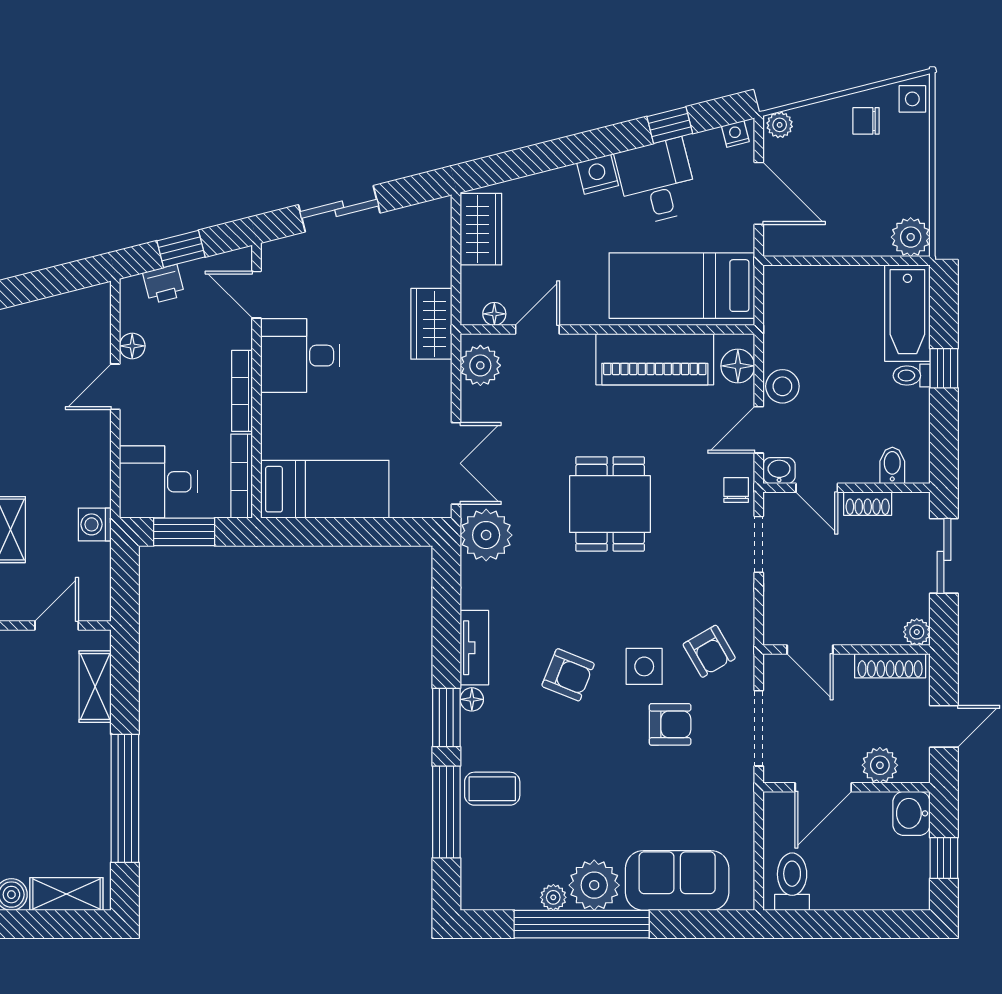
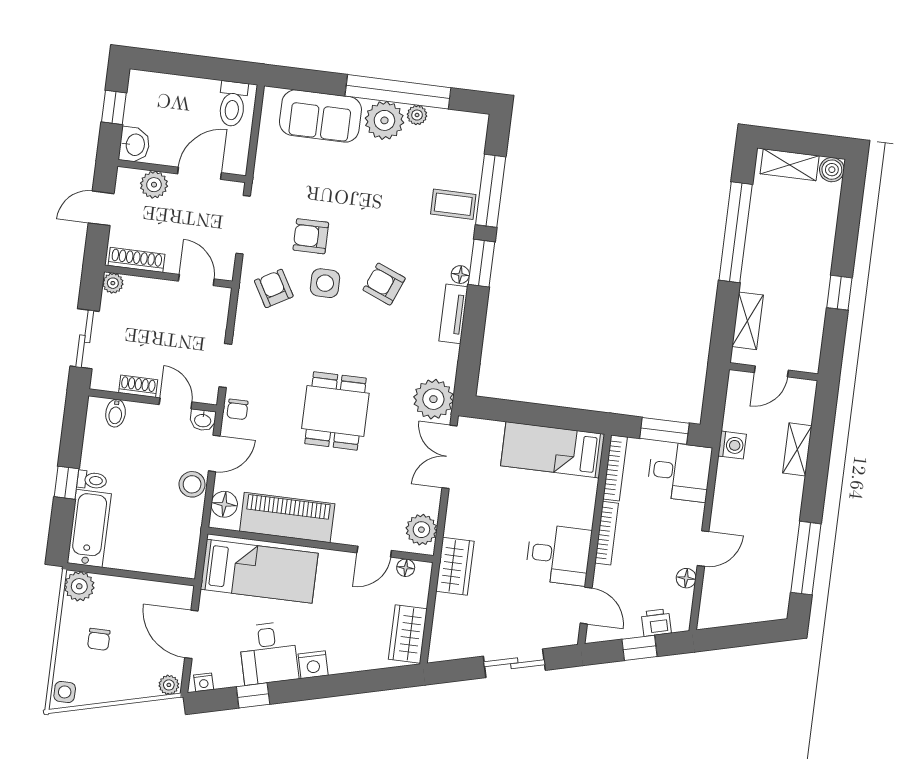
chair: (866, 121) -> (99, 639), moved, turned 90

